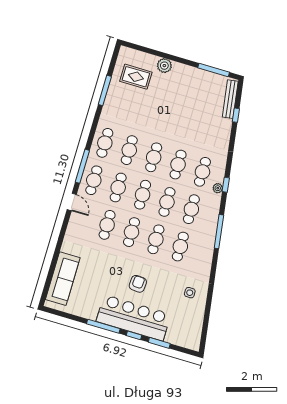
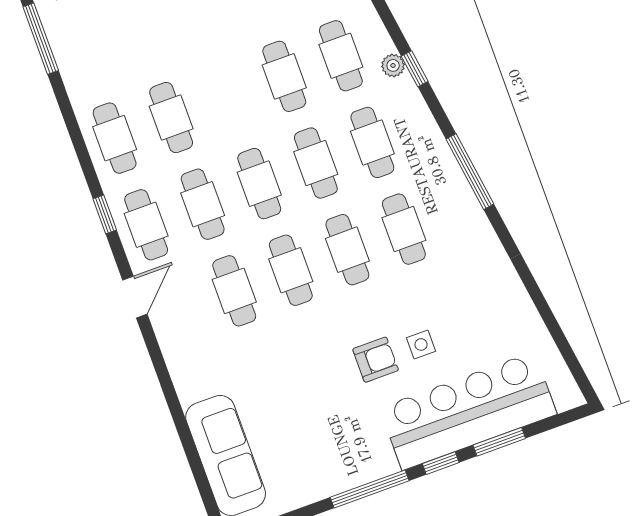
cafe table: (154, 157) -> (228, 97), removed
window: (82, 166) -> (105, 214), width x0.46
window: (226, 185) -> (415, 69), moved
door: (72, 202) -> (135, 297), hinge flipped
window: (219, 232) -> (470, 172), moved
armchair: (138, 284) -> (376, 360), turned 86
side table: (190, 293) -> (421, 345), moved
bar counter: (133, 318) -> (468, 411), moved

